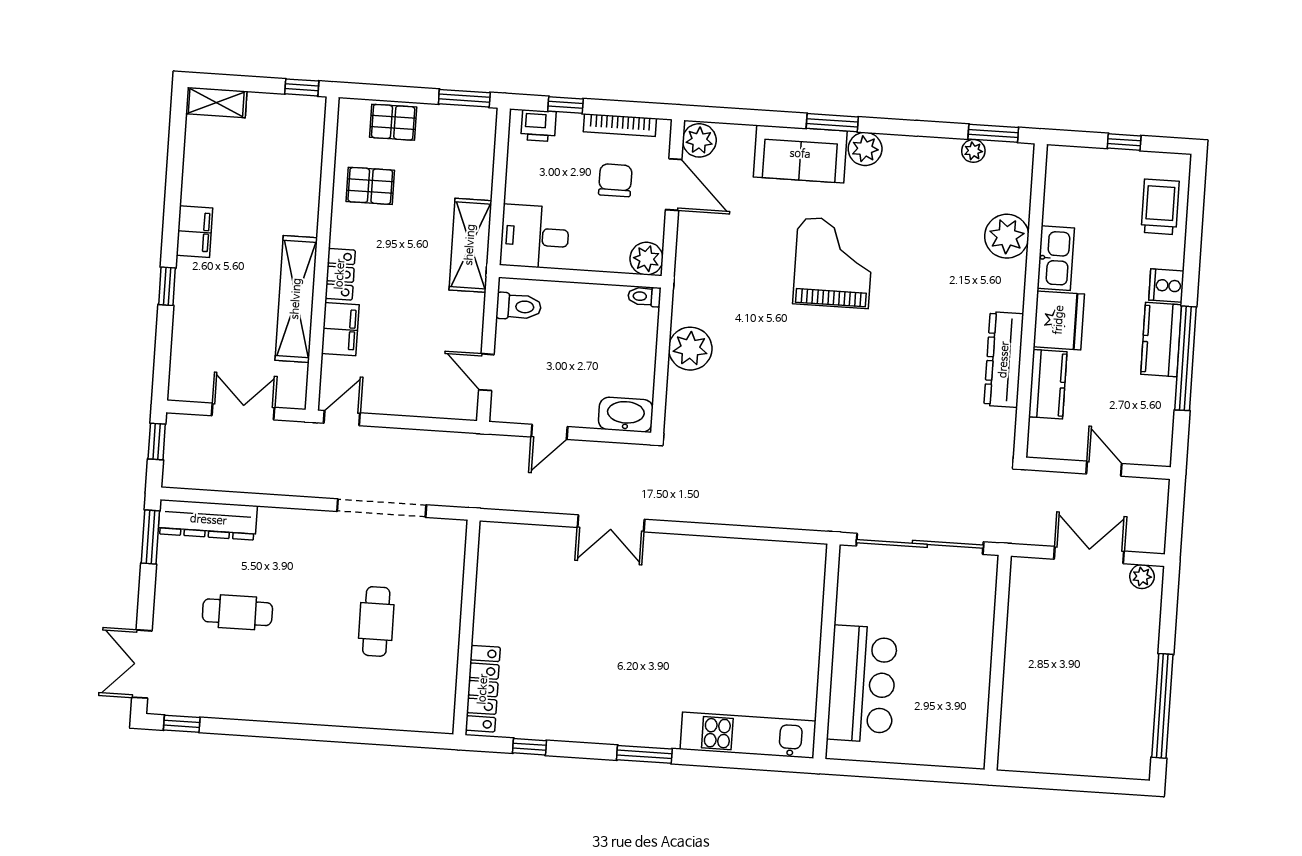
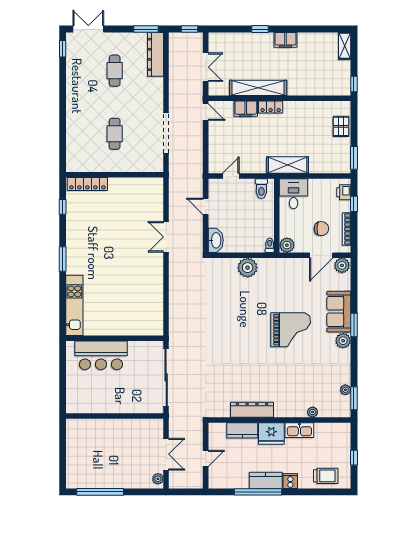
pallet: (370, 186) -> (312, 118), removed
plant: (1007, 236) -> (313, 412), width x0.53, depth x0.53
cafe table: (376, 621) -> (115, 134), turned 90

